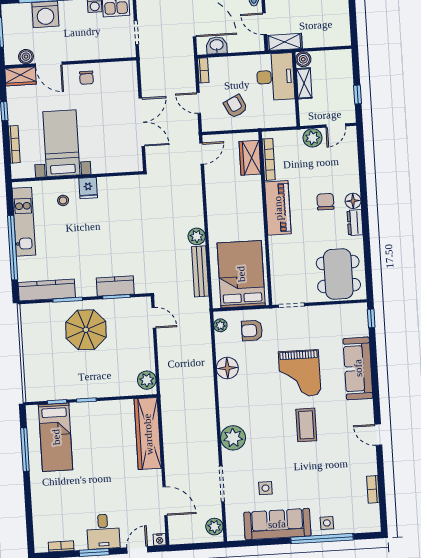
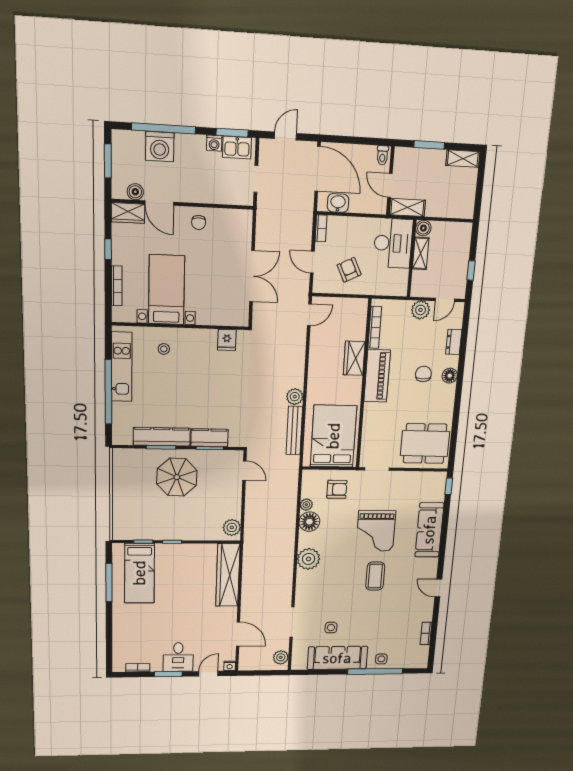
wardrobe: (250, 158) -> (354, 358), moved
fridge: (88, 188) -> (227, 340), moved
dresser: (355, 223) -> (454, 342), moved
dining table: (338, 274) -> (425, 444), turned 90
kitchen counter: (47, 290) -> (162, 437), moved
plant: (220, 325) -> (306, 505), moved
armchair: (252, 331) -> (337, 489), turned 180
plant: (233, 438) -> (308, 559), moved

